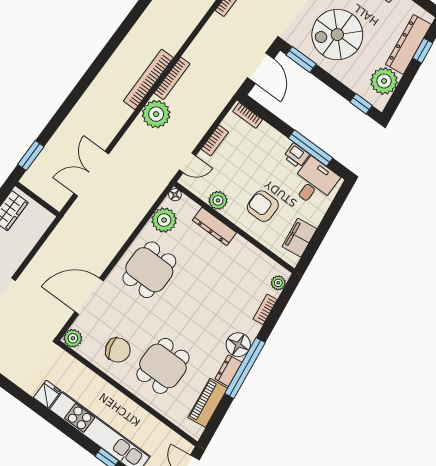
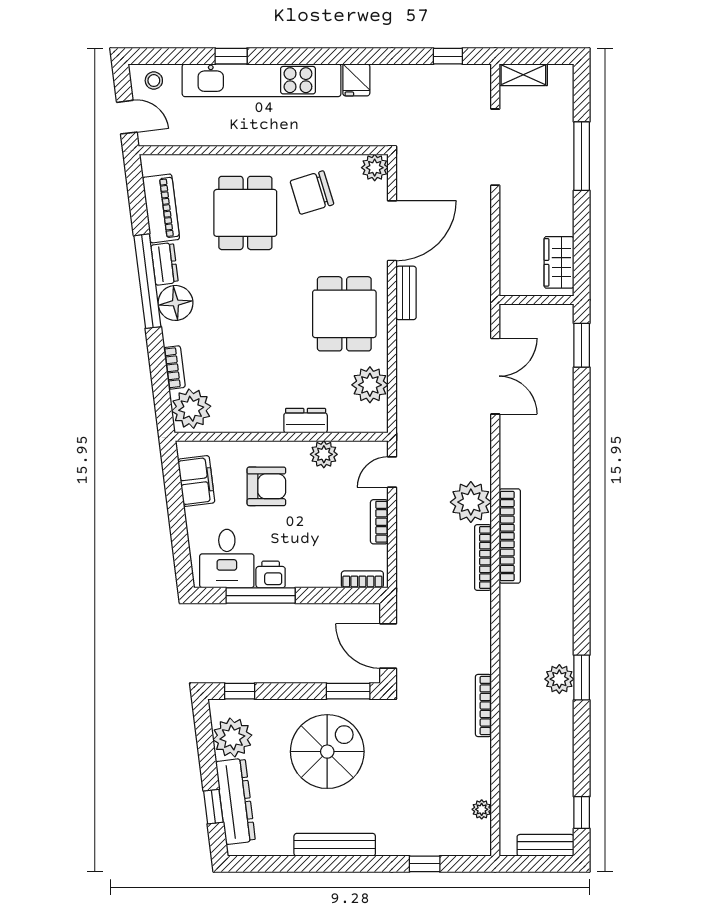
floor lamp: (175, 195) -> (379, 424), removed
dresser: (214, 226) -> (306, 421), width x0.70
bench: (107, 256) -> (406, 293), added
plant: (278, 283) -> (191, 409), width x1.88, depth x1.88

